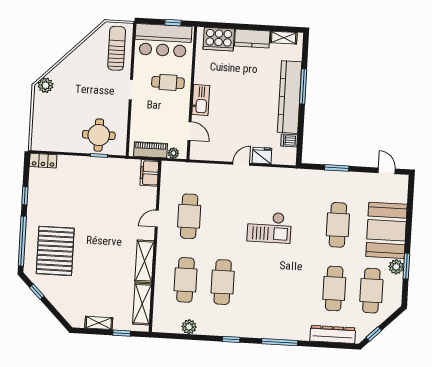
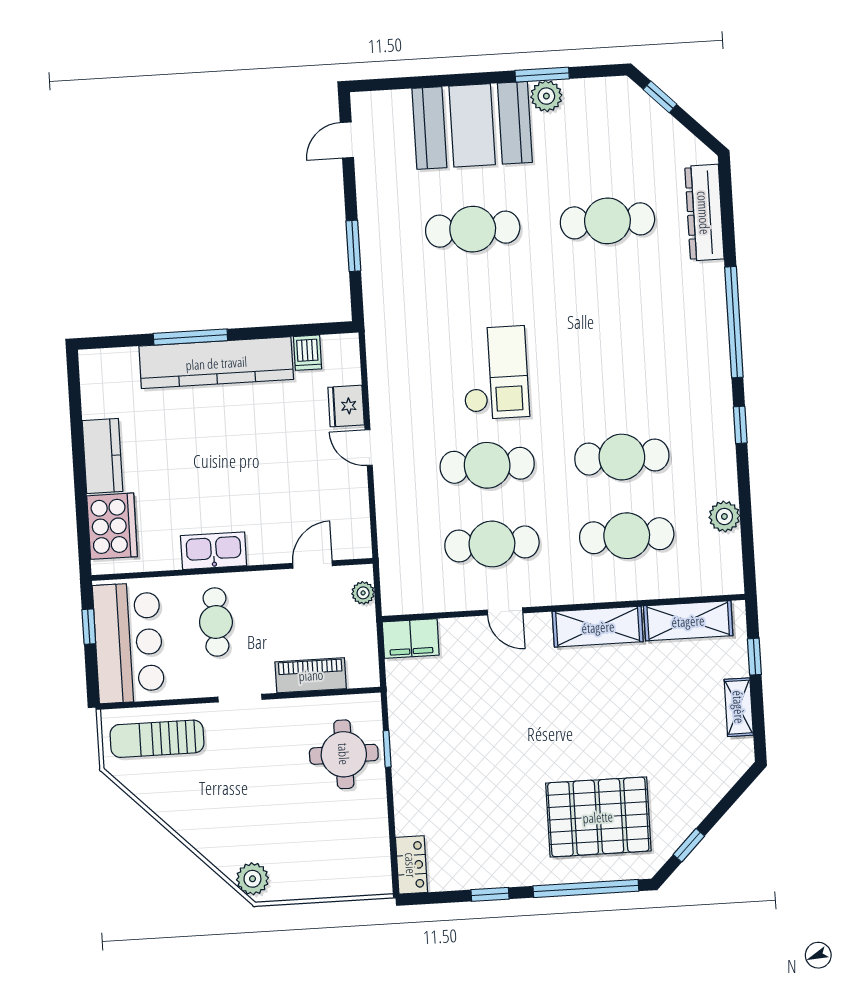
shelving: (284, 38) -> (93, 390), removed
kitchen sink: (201, 100) -> (214, 551), moved
piano: (151, 150) -> (311, 675), moved, turned 90
cafe table: (371, 291) -> (487, 465), moved
window: (374, 334) -> (660, 97), moved
window: (280, 342) -> (734, 322), width x1.46

